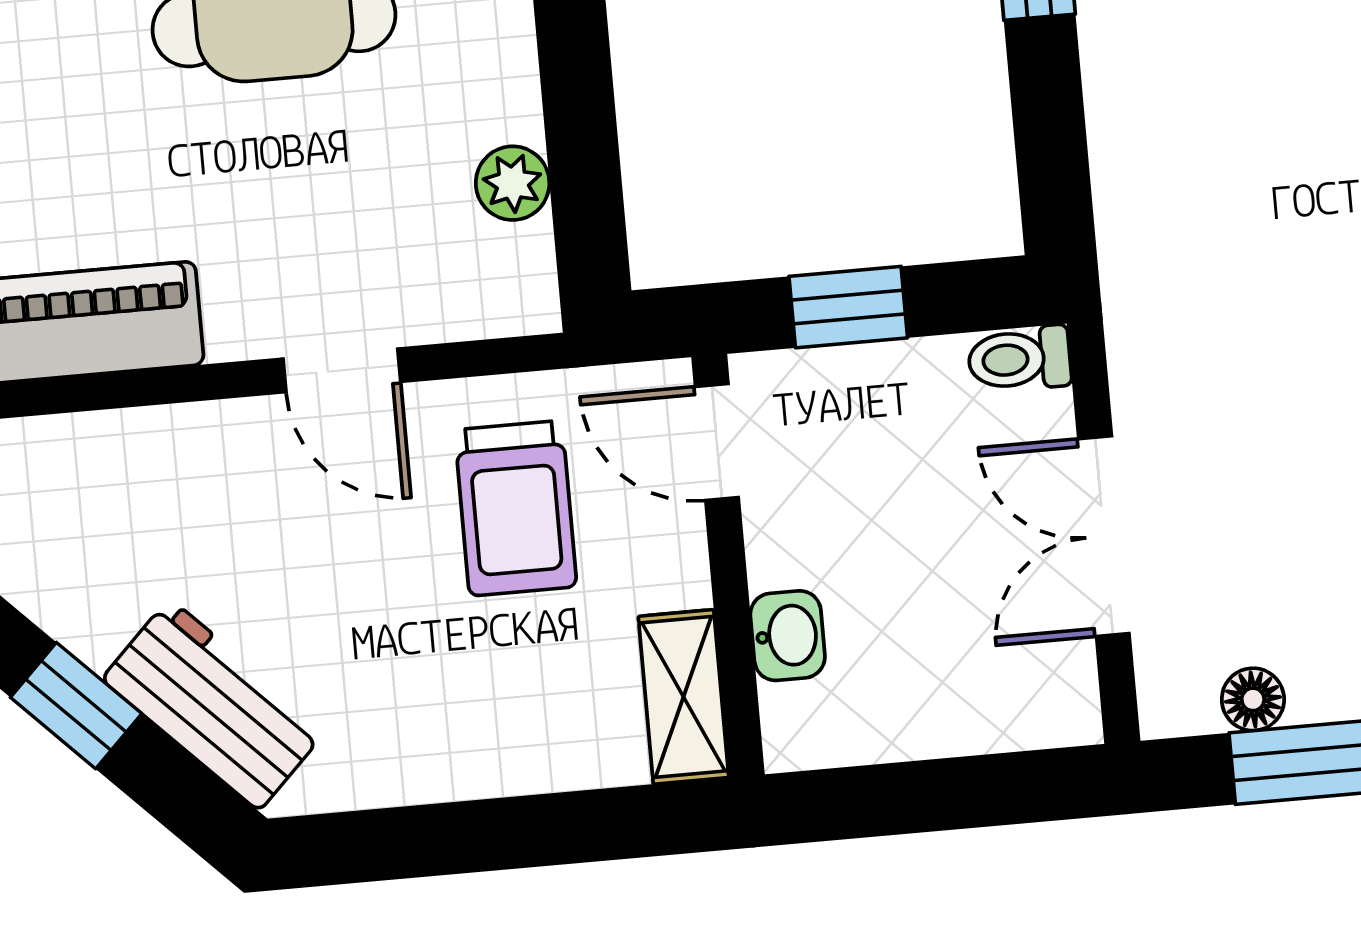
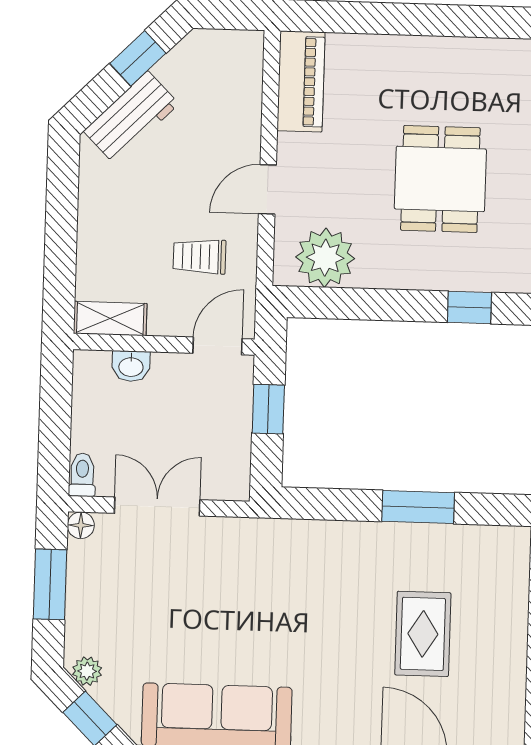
plant: (513, 183) -> (325, 258), width x1.88, depth x1.88
toilet: (1020, 359) -> (82, 475), moved
trolley: (516, 508) -> (199, 257), width x0.73, depth x0.72
floor lamp: (1253, 699) -> (81, 525), moved

